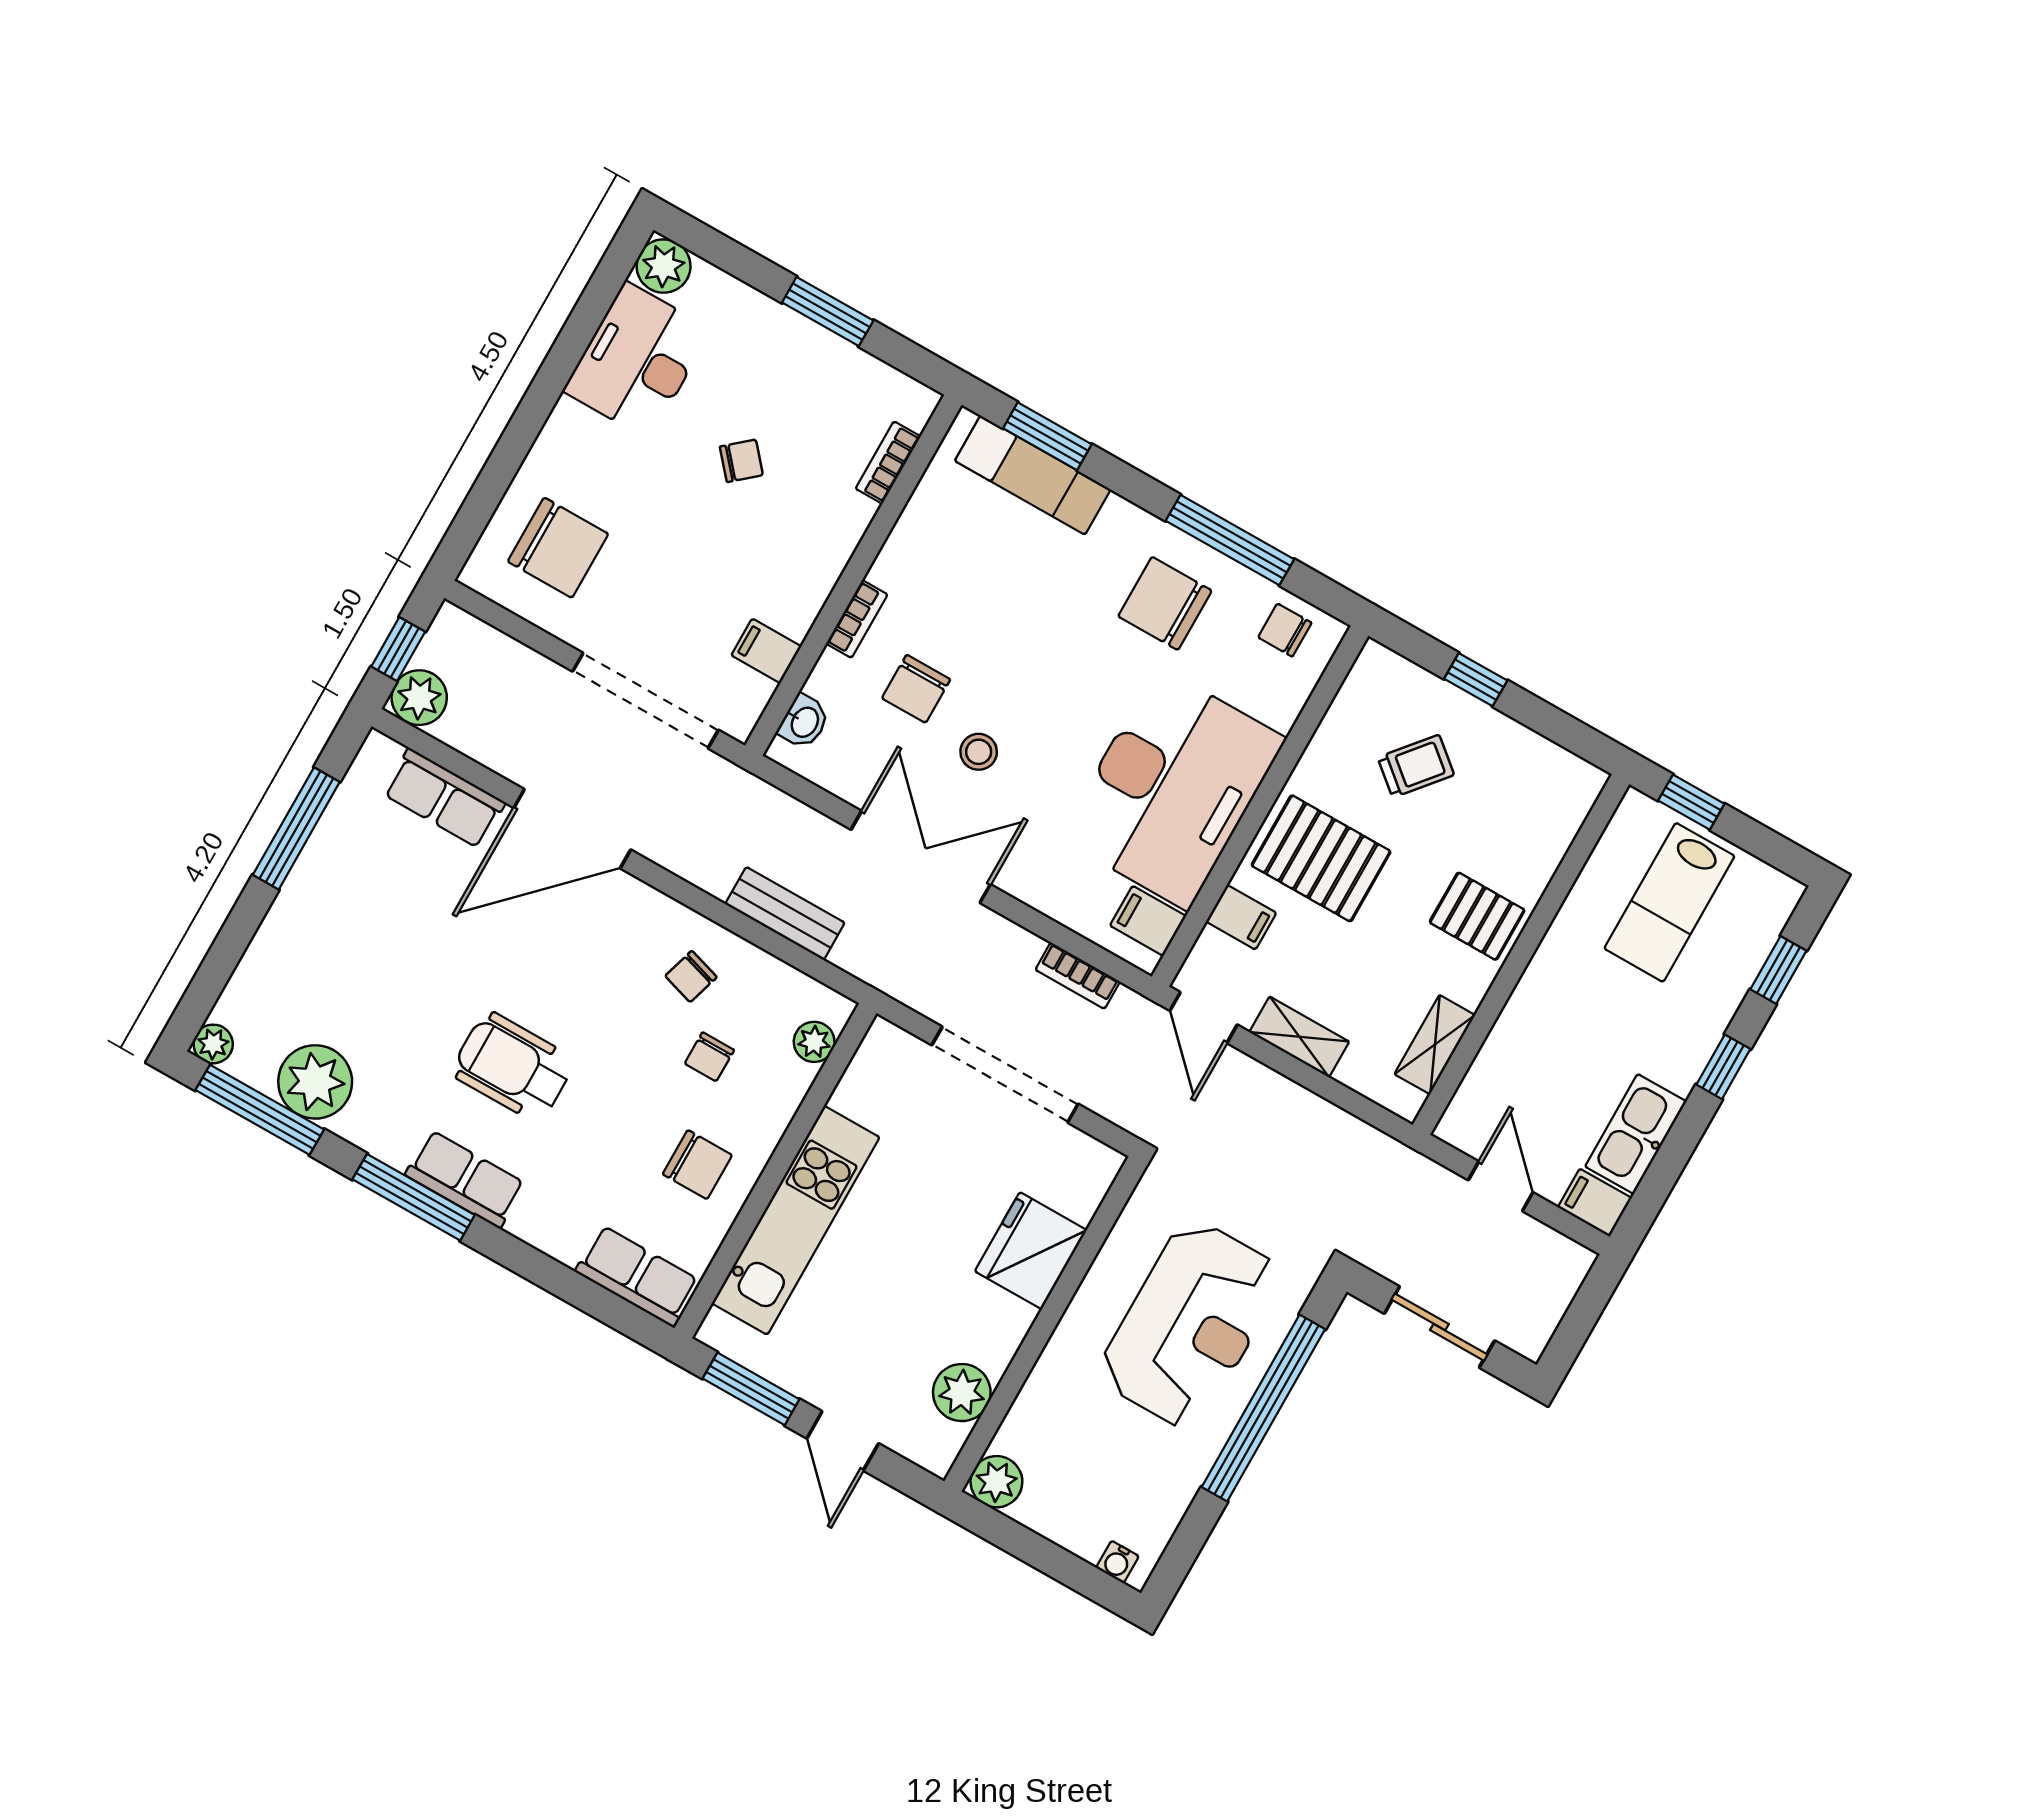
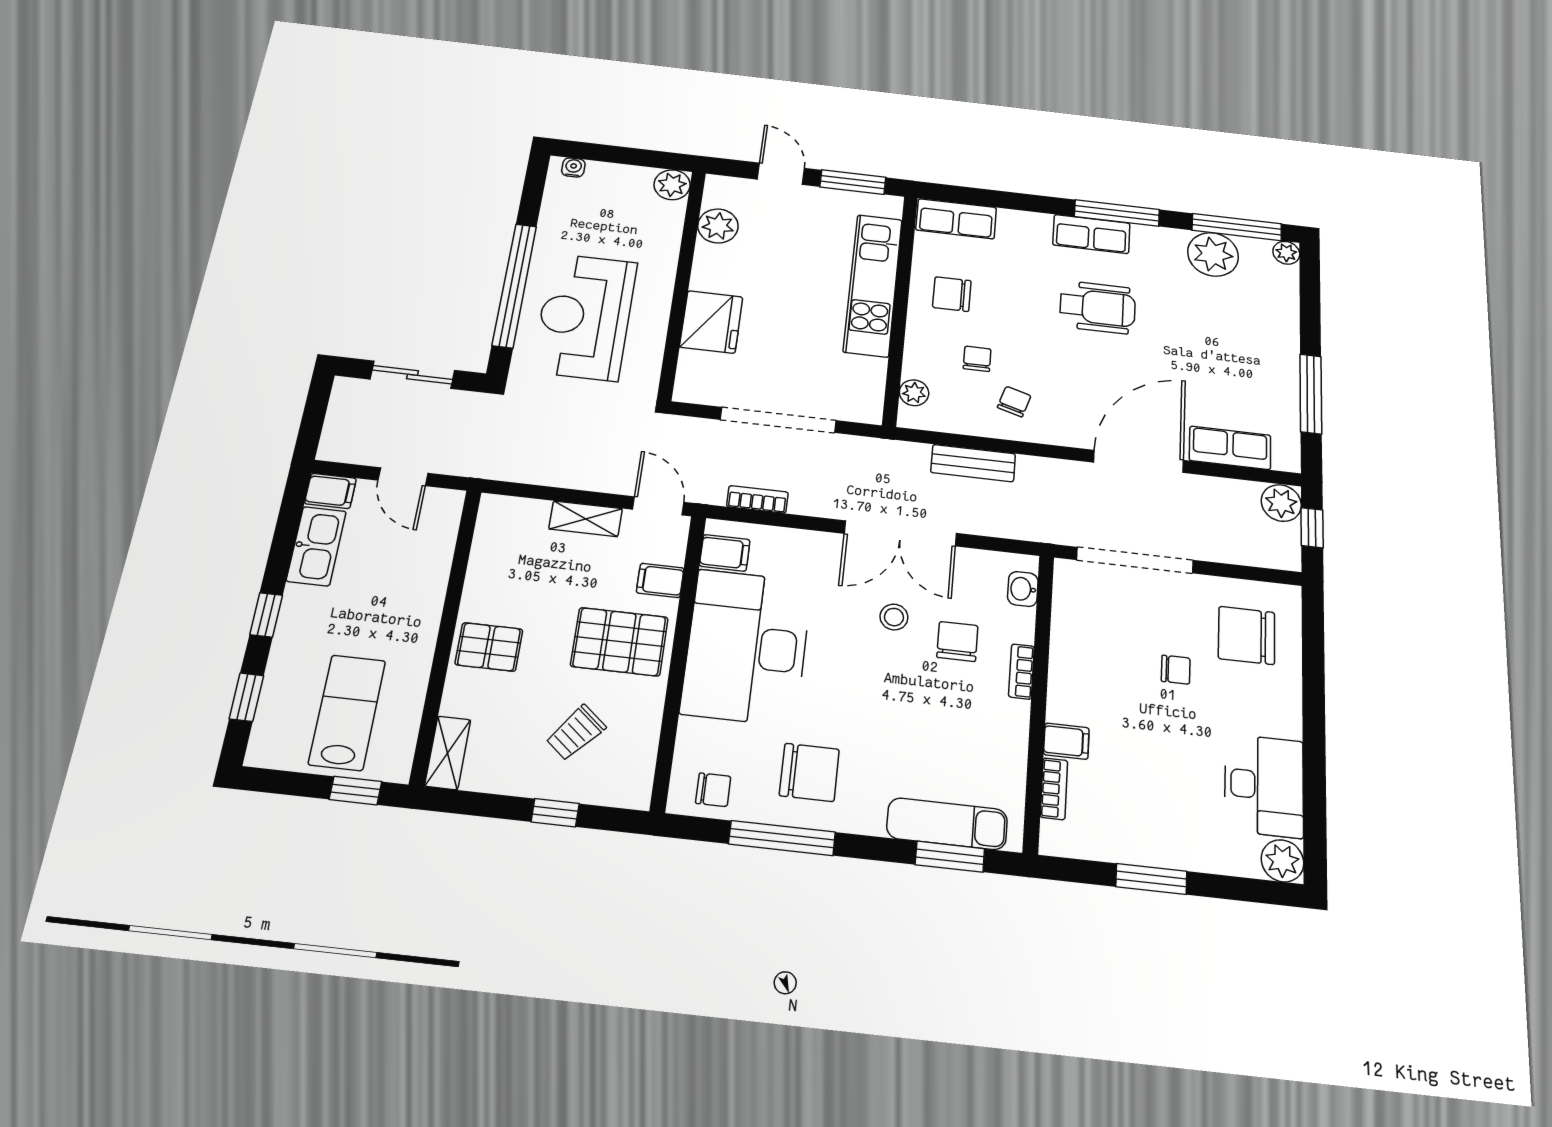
chair: (741, 461) -> (1176, 670), moved, turned -139
filing cabinet: (766, 651) -> (1066, 741), moved
shelving: (1435, 1045) -> (448, 753), moved

